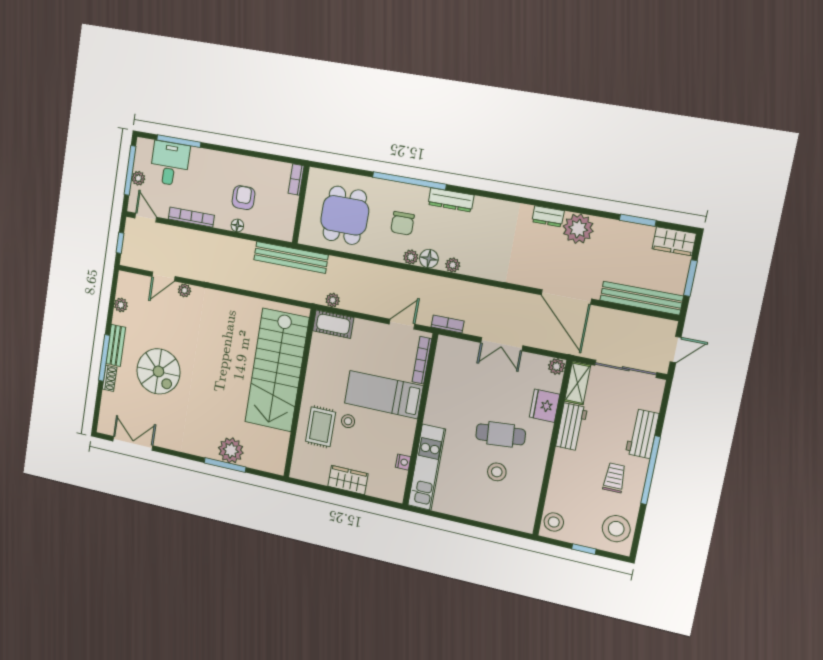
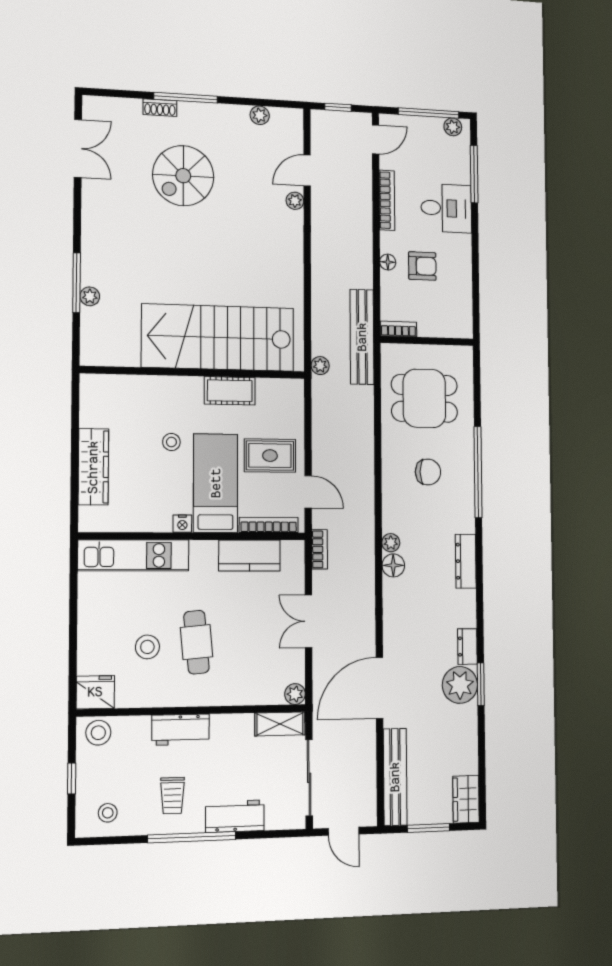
desk: (170, 164) -> (446, 208), moved
plant: (138, 178) -> (453, 127), moved
bookcase: (296, 180) -> (398, 329), moved
dresser: (451, 200) -> (466, 561), moved
window: (638, 220) -> (481, 684), moved
chair: (402, 223) -> (428, 472), turned 180
plant: (411, 257) -> (391, 489), removed
floor lamp: (429, 259) -> (393, 565), moved
door: (163, 276) -> (307, 170), hinge flipped
plant: (333, 300) -> (320, 366), moved
cot: (333, 324) -> (230, 391), moved, turned 90
bench: (116, 345) -> (205, 113), removed
kitchen counter: (442, 380) -> (249, 556), added
fridge: (544, 406) -> (95, 692), moved
rug: (321, 427) -> (270, 456), moved
workbench: (572, 427) -> (181, 730), moved
plant: (231, 450) -> (90, 296), width x0.53, depth x0.53
nightstand: (403, 462) -> (182, 524), moved
trolley: (614, 478) -> (172, 796), turned 90
wardrobe: (348, 480) -> (93, 467), width x1.50
stool: (616, 529) -> (108, 813), width x0.53, depth x0.53

